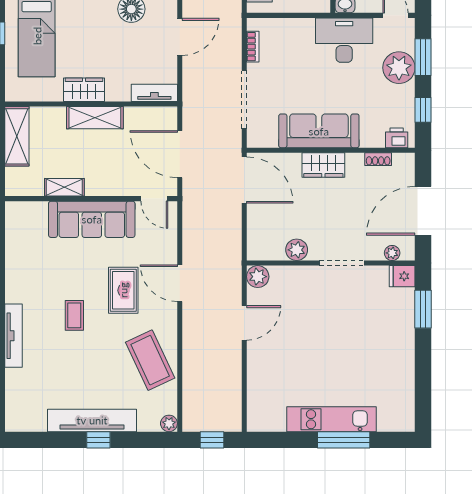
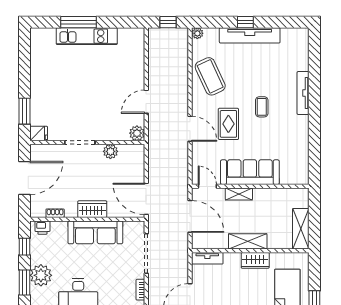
shelving: (64, 187) -> (239, 194), moved
plant: (392, 253) -> (46, 149), removed

